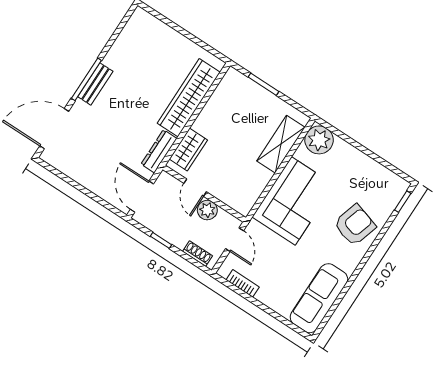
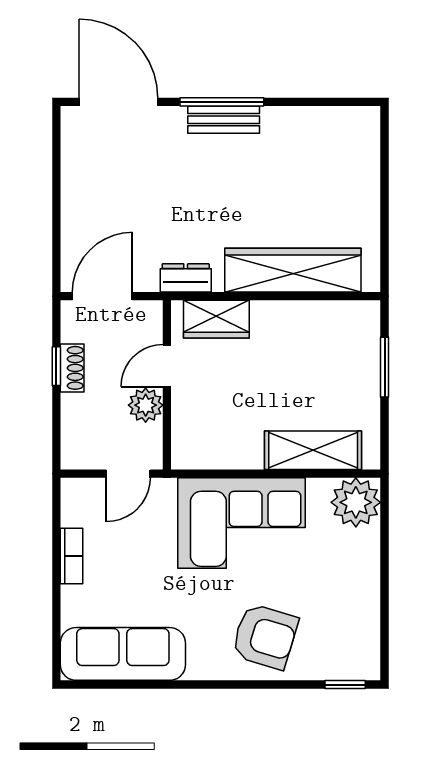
dresser: (159, 151) -> (186, 278), width x0.70
shoe rack: (198, 254) -> (72, 368), moved
bookcase: (243, 283) -> (72, 556), moved

